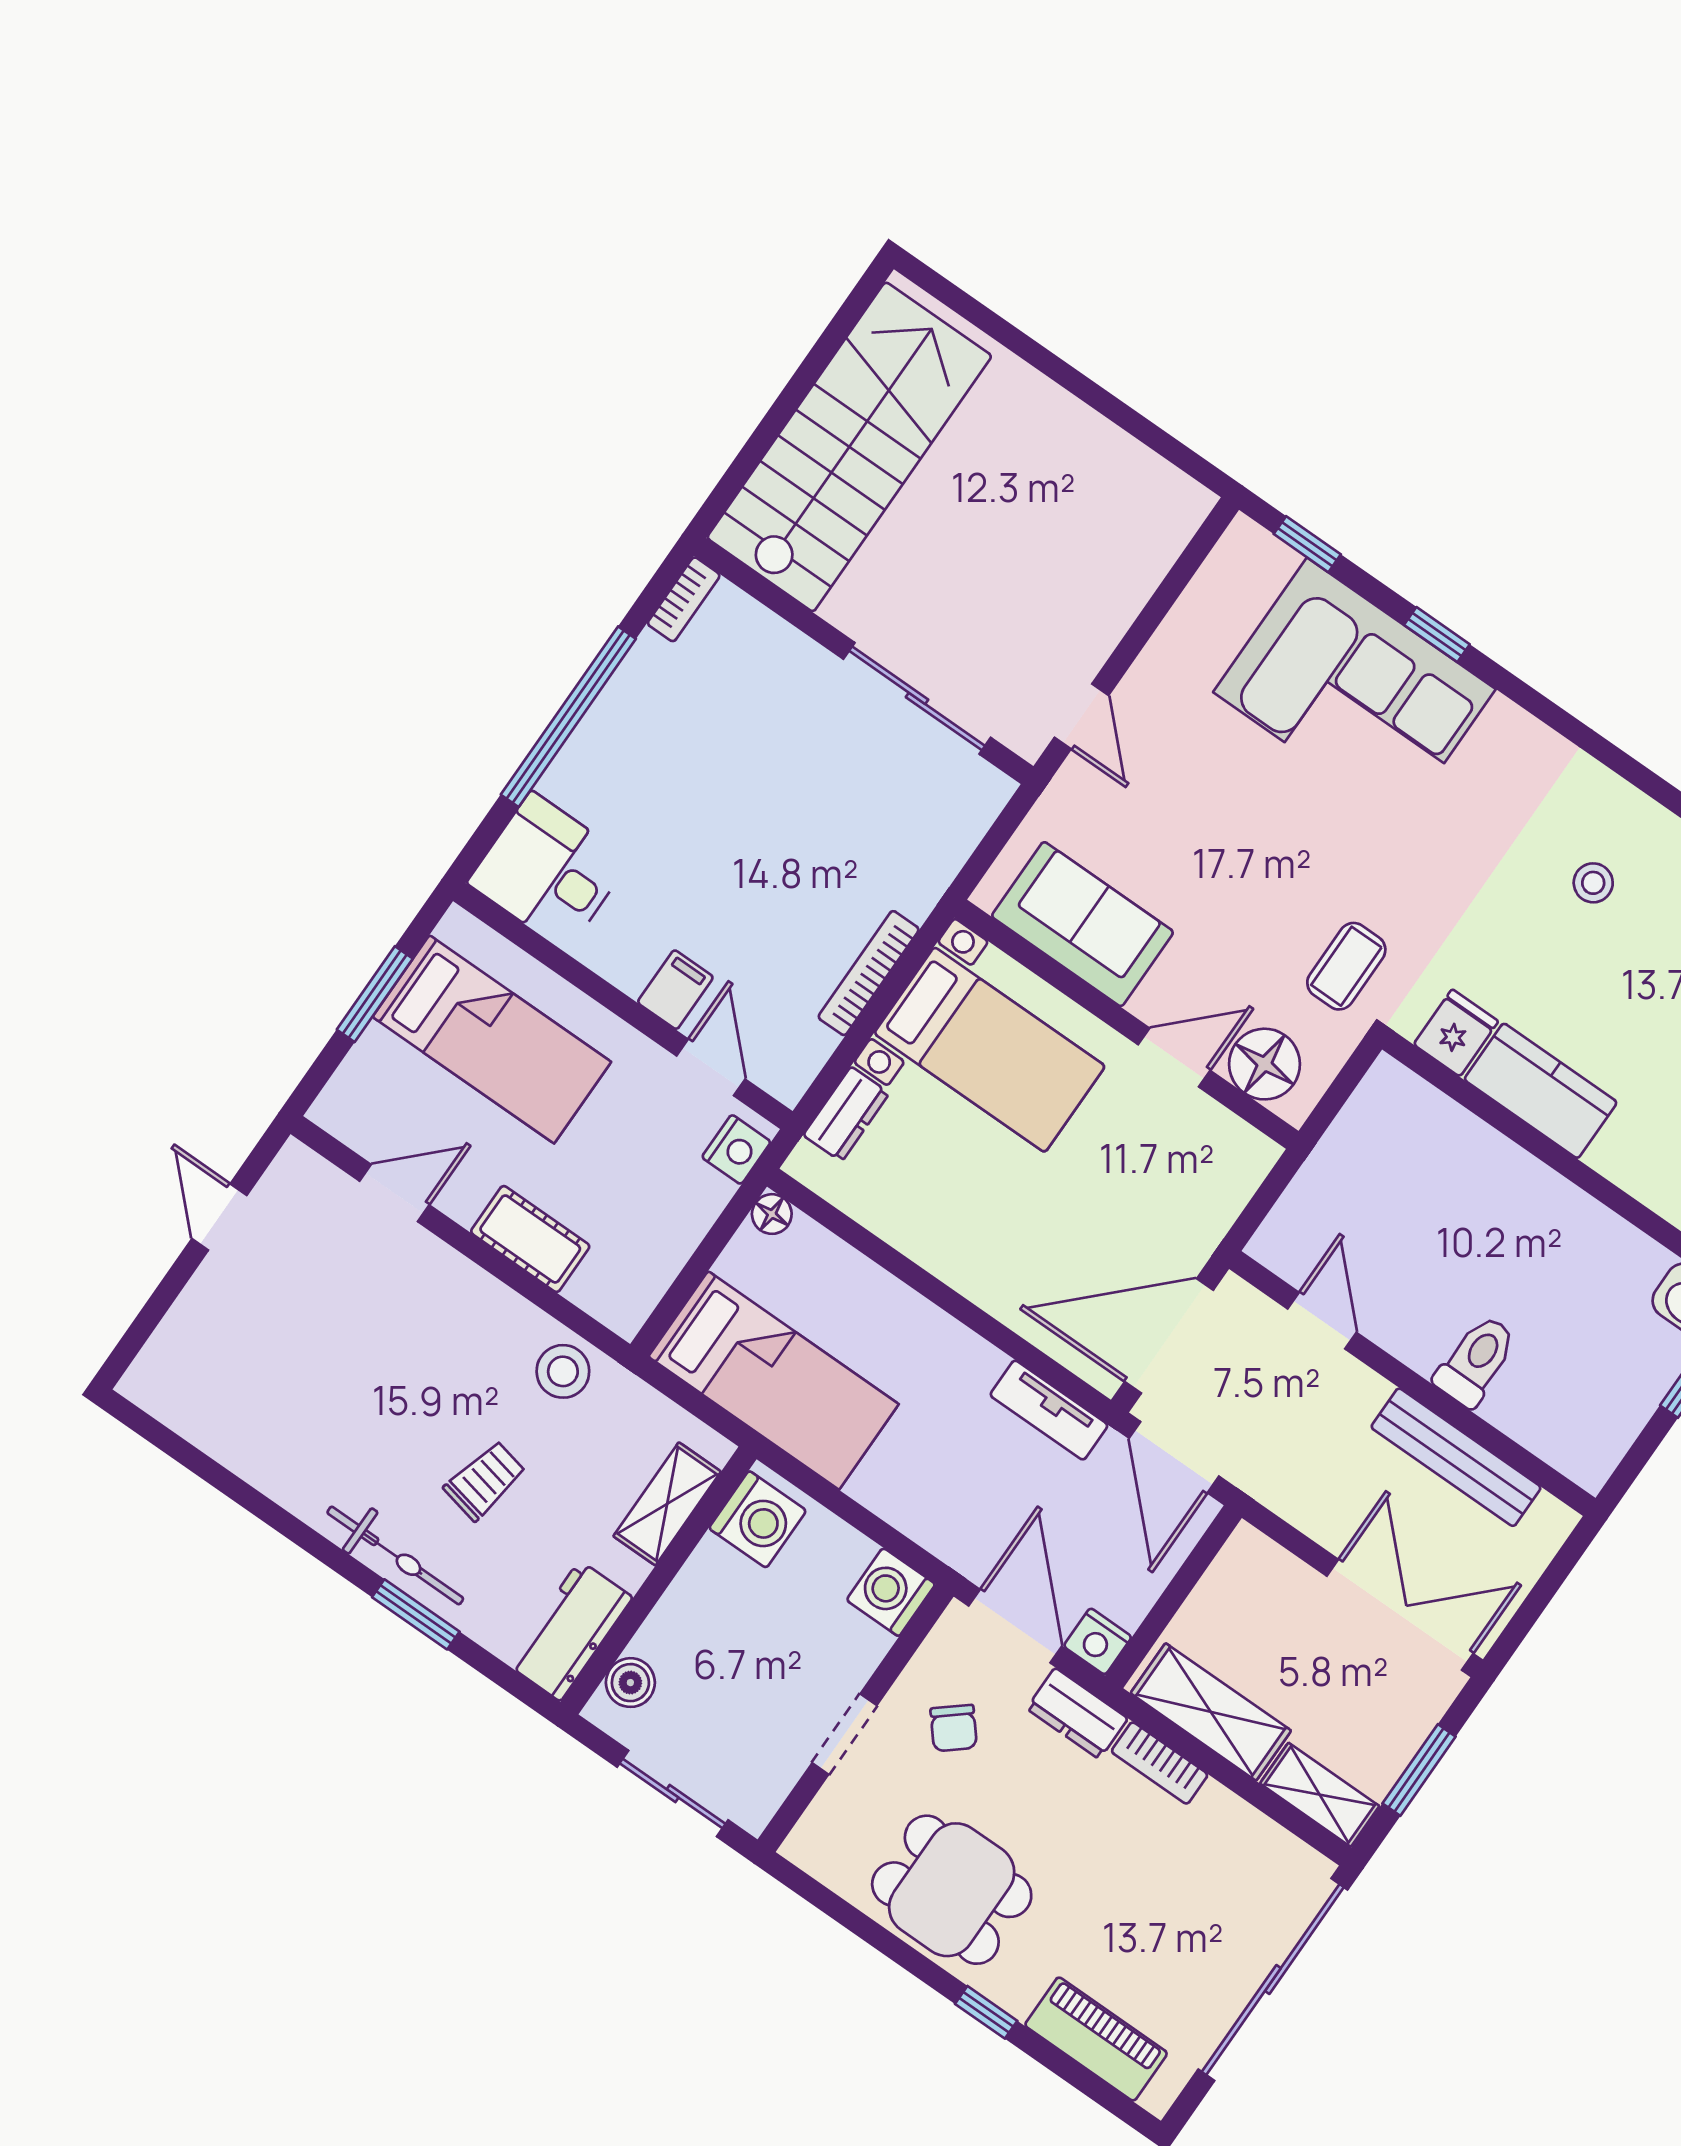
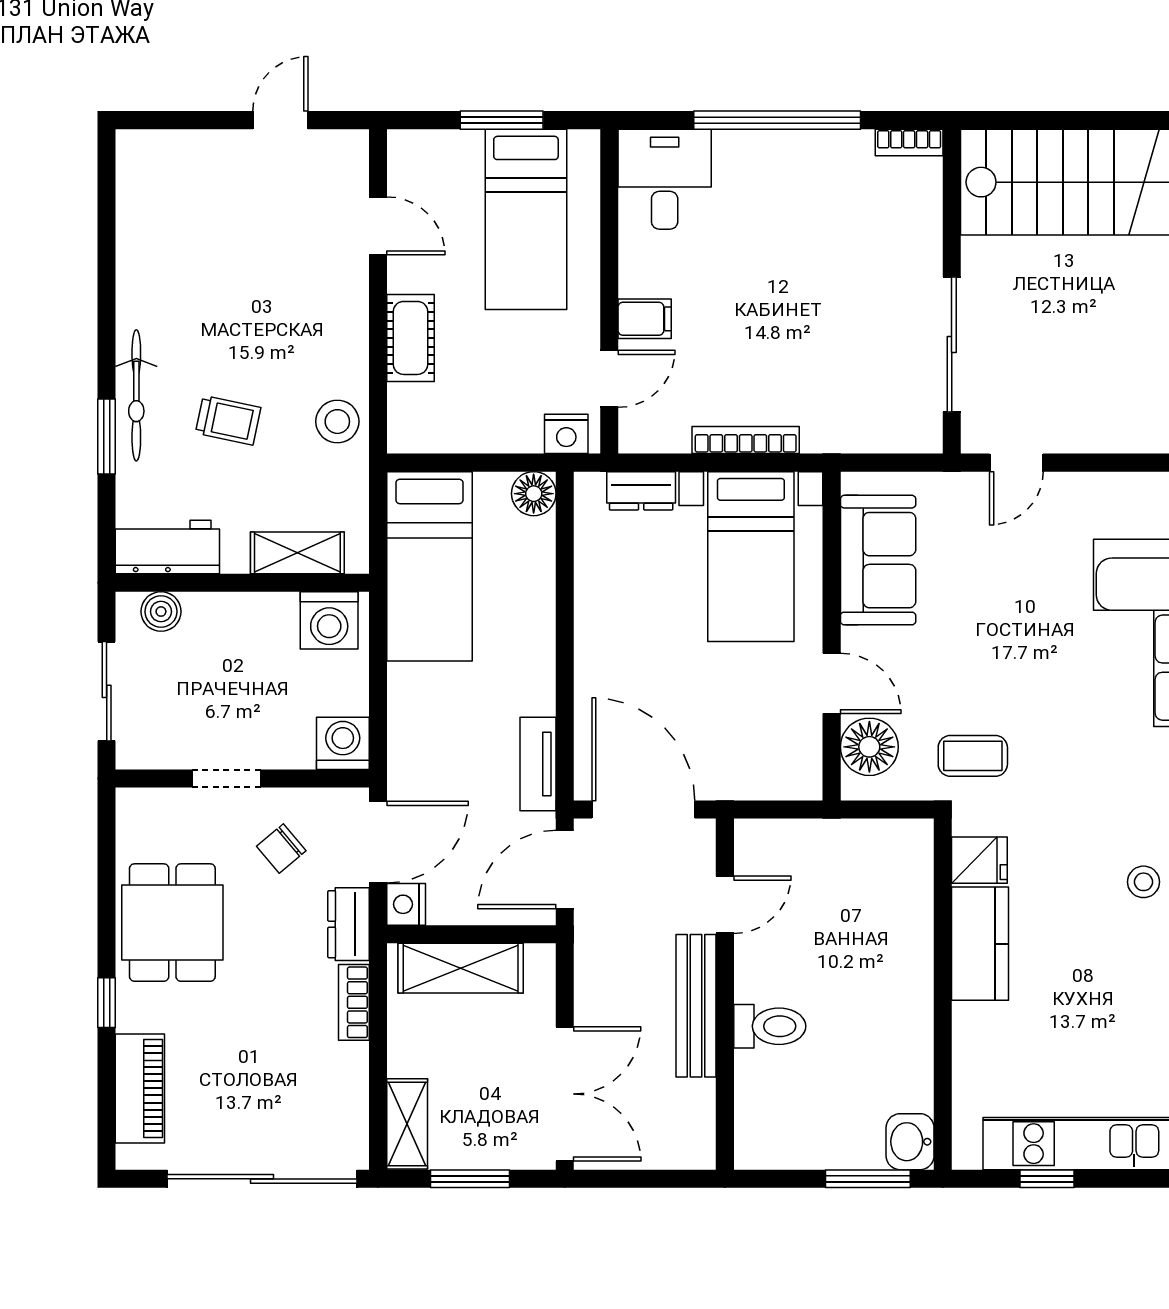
floor lamp: (772, 1214) -> (534, 494), width x1.37, depth x1.37
bench: (1456, 1457) -> (696, 1006), moved
shelving: (1211, 1712) -> (461, 968), moved, turned 90

